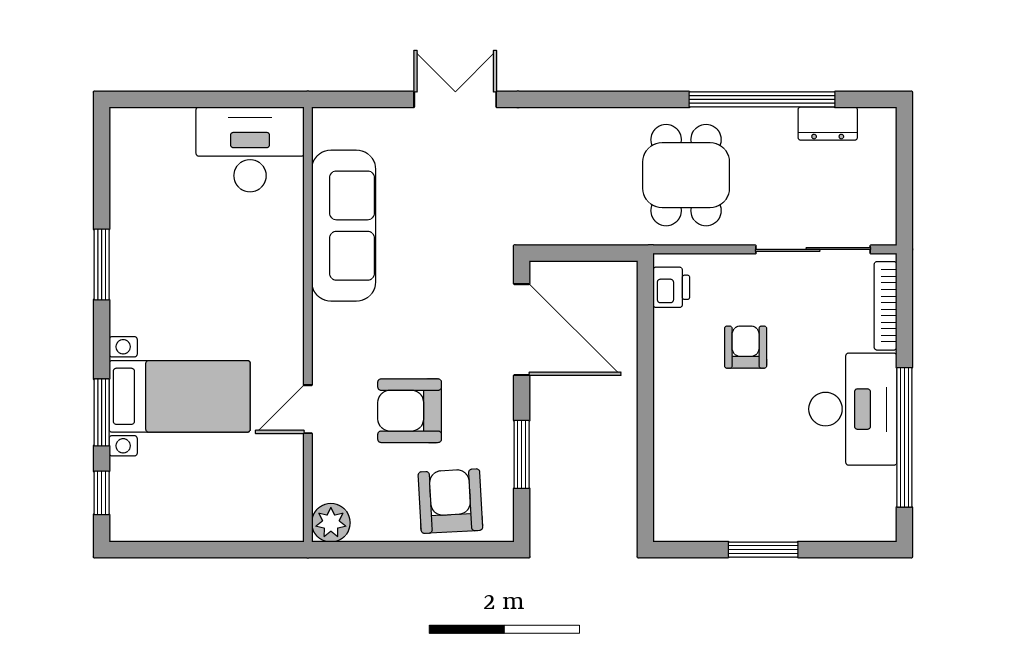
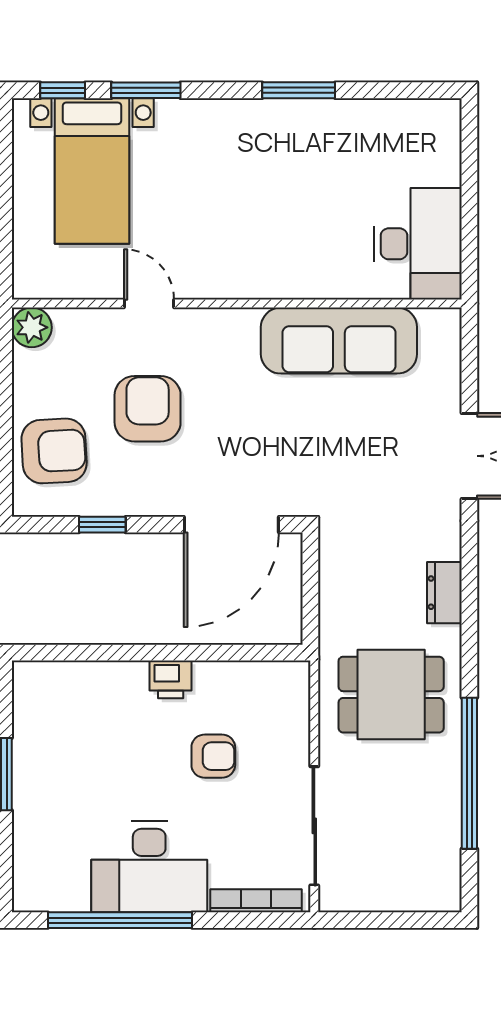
dresser: (828, 124) -> (444, 593), moved
printer: (671, 287) -> (171, 679), moved
bed with nightstands: (180, 396) -> (92, 171), moved
window: (522, 454) -> (102, 525), width x0.67

